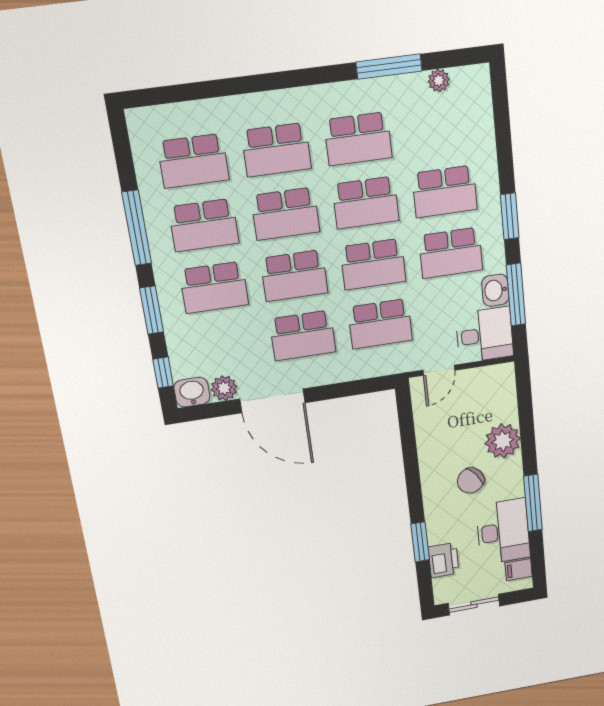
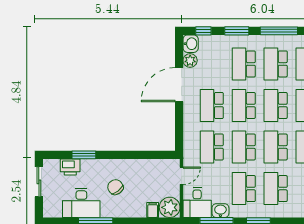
door: (439, 370) -> (182, 176), swing flipped
plant: (503, 441) -> (170, 207), moved
filing cabinet: (519, 570) -> (153, 210), moved

